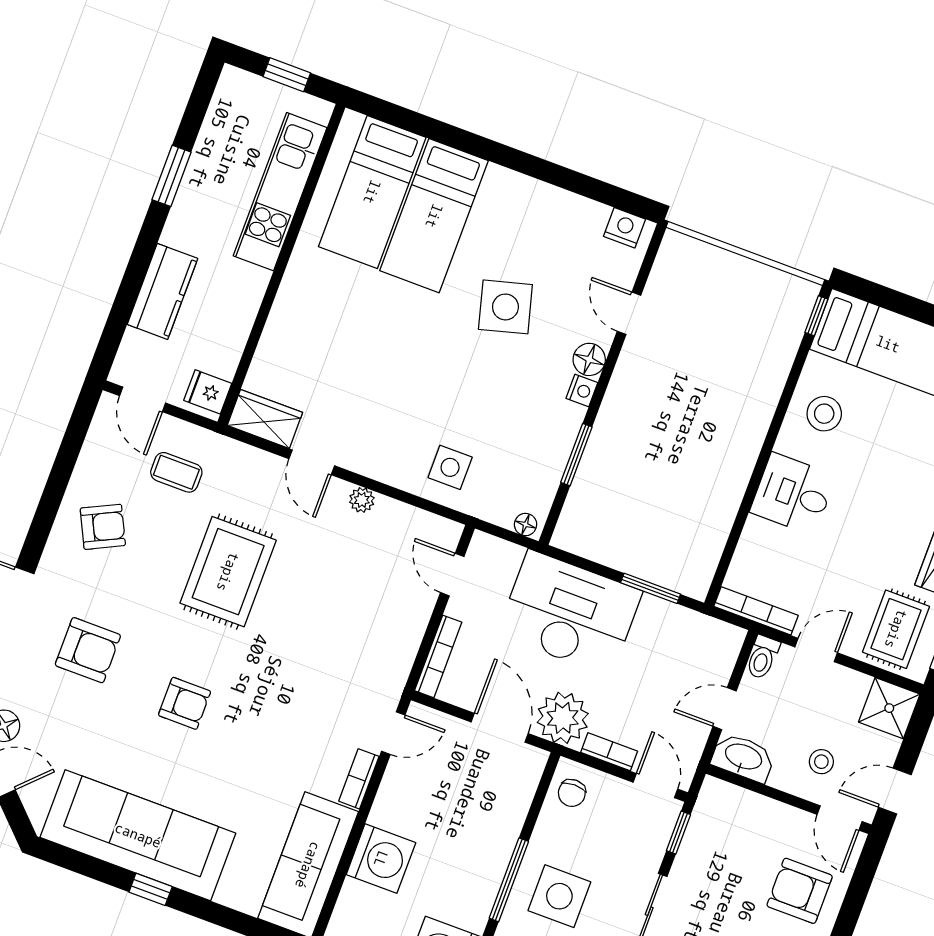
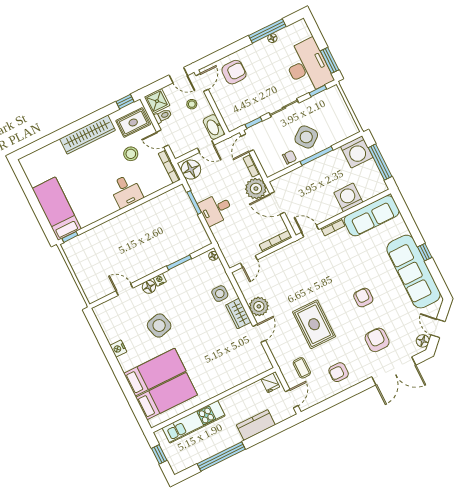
window: (171, 176) -> (221, 457), width x2.11
nightstand: (625, 228) -> (118, 349), moved
door: (629, 313) -> (124, 289), swing flipped
stool: (824, 414) -> (131, 154), moved
wardrobe: (265, 419) -> (238, 314), moved
plant: (362, 500) -> (259, 306), width x1.87, depth x1.87
armchair: (103, 527) -> (339, 372), turned -64
rug: (228, 572) -> (314, 324), turned 90
desk: (570, 613) -> (216, 209), width x0.53, depth x0.77
floor lamp: (712, 642) -> (191, 170), added
toilet: (762, 657) -> (163, 116), moved
door: (500, 728) -> (277, 203), hinge flipped
chair: (572, 793) -> (290, 157), moved
armchair: (800, 891) -> (234, 72), turned -90
side table: (559, 896) -> (306, 137), turned -38

